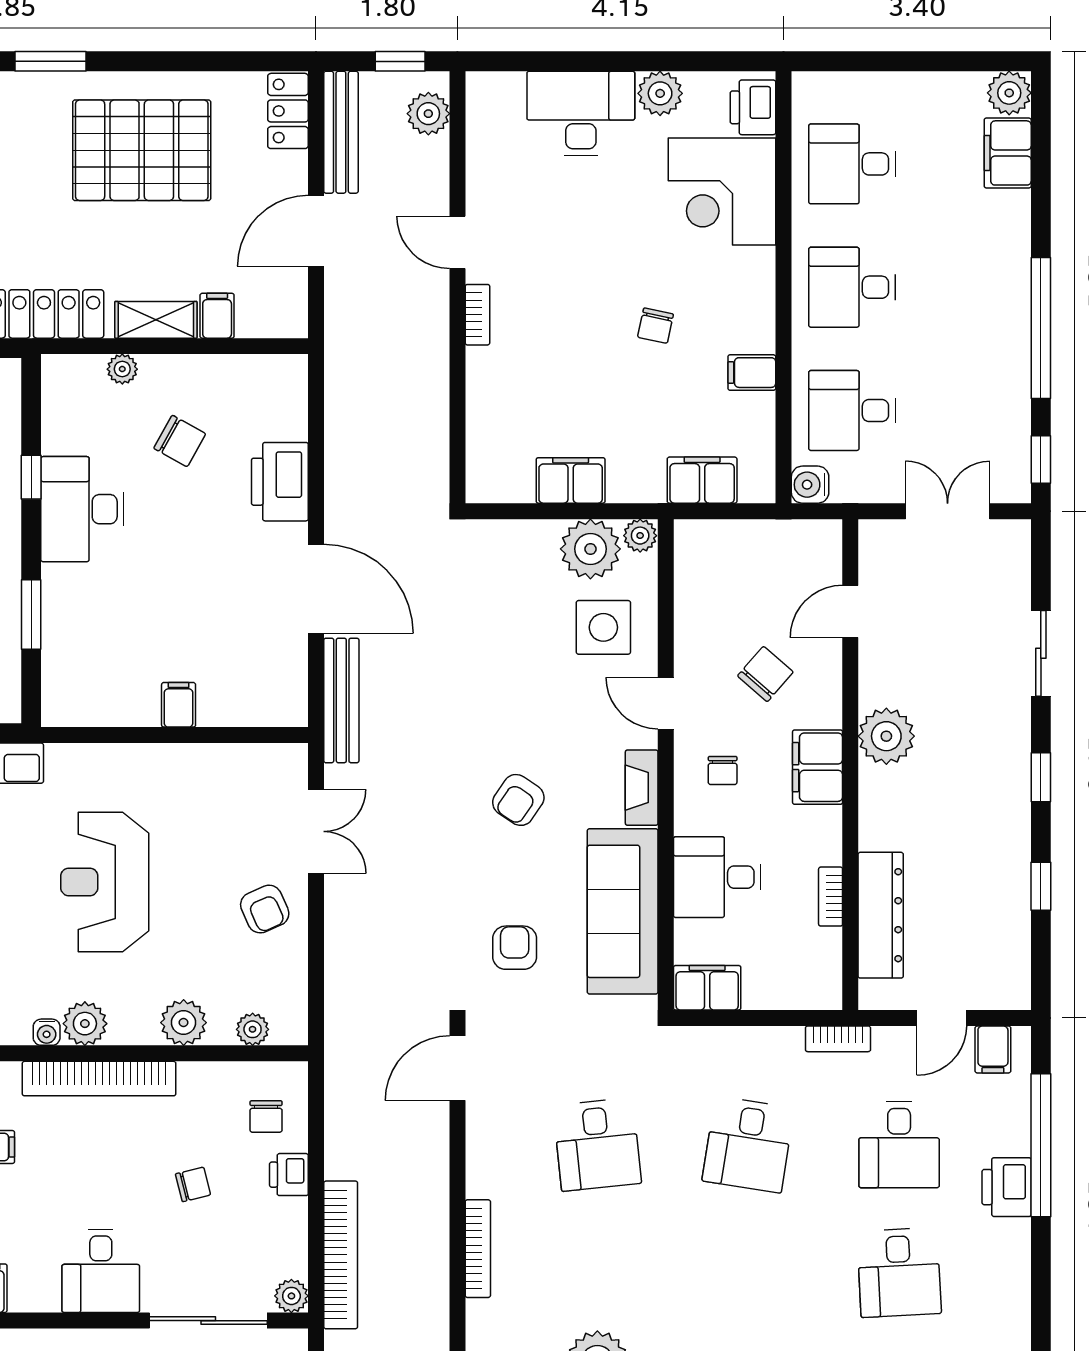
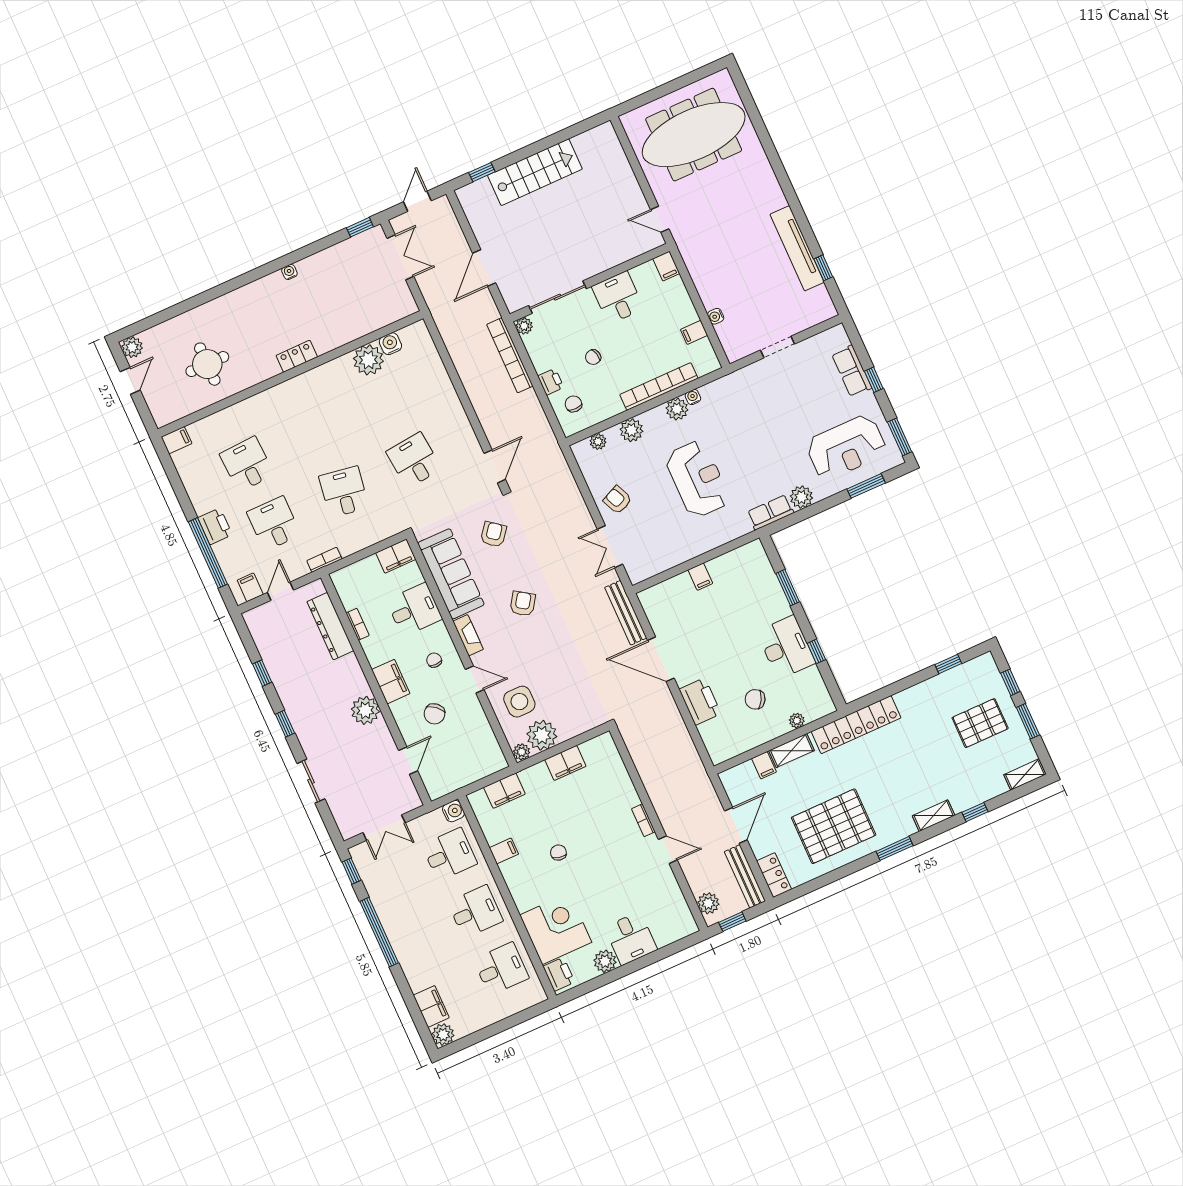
desk: (581, 113) -> (631, 938), width x0.73
armchair: (515, 948) -> (493, 534), turned -142
bookcase: (478, 1249) -> (448, 387), removed

